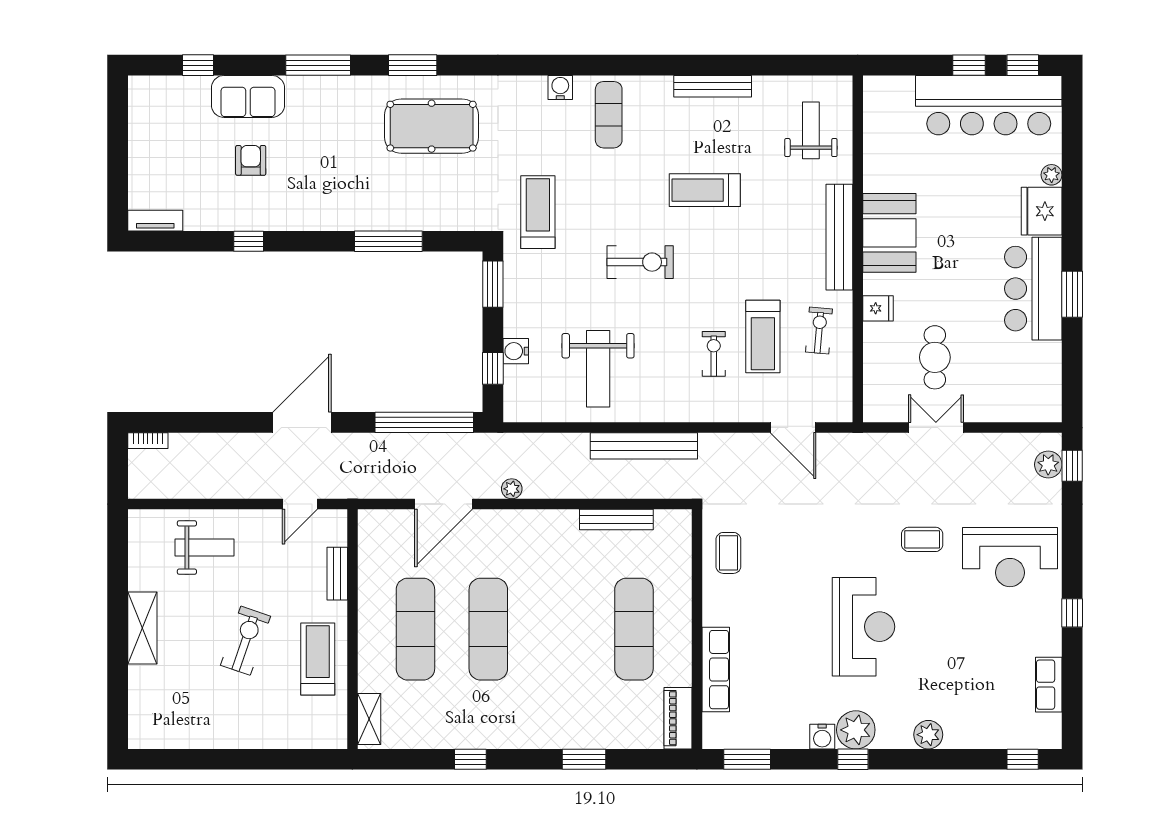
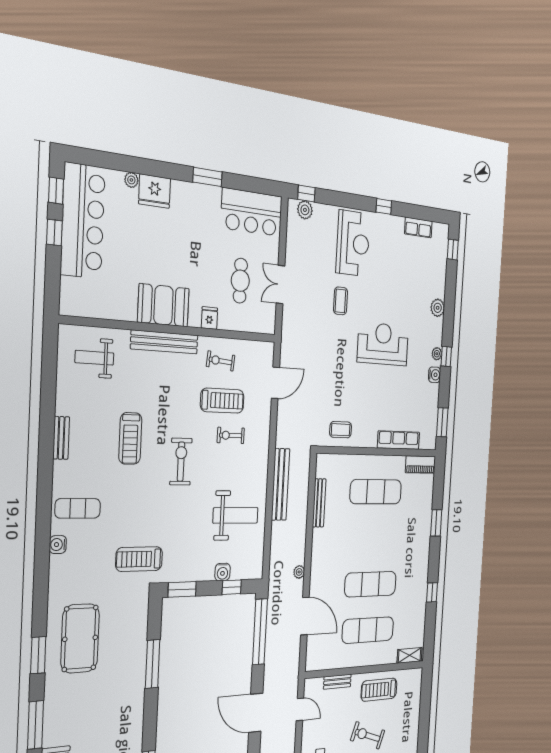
bench: (713, 86) -> (61, 438), width x0.73
exercise bike: (640, 262) -> (181, 462), moved
bar counter: (1033, 289) -> (252, 212), moved
cafe table: (935, 357) -> (240, 281), turned 90
plant: (856, 730) -> (437, 354), width x0.53, depth x0.53

